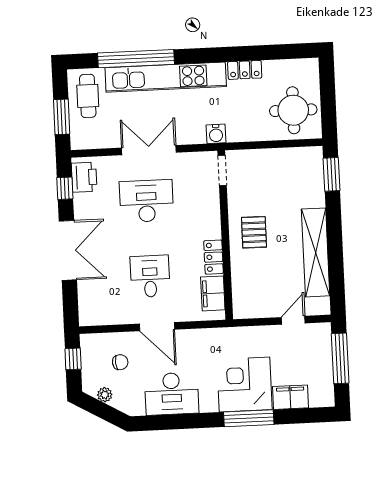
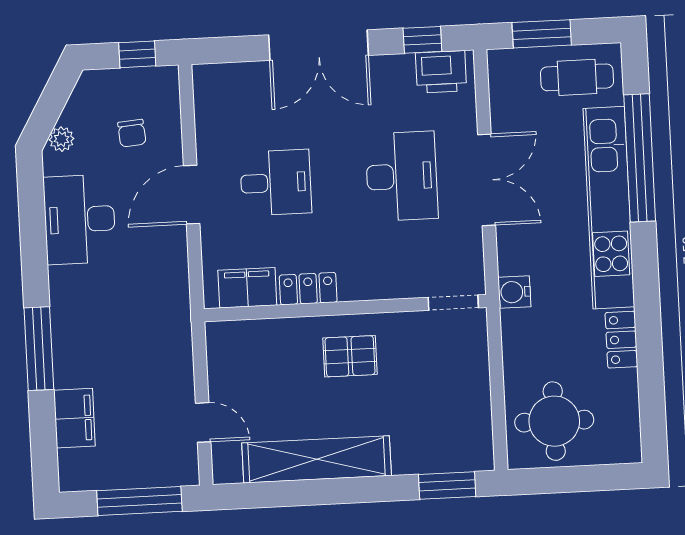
corner desk: (244, 384) -> (95, 341), removed
plant: (105, 395) -> (61, 139), moved

